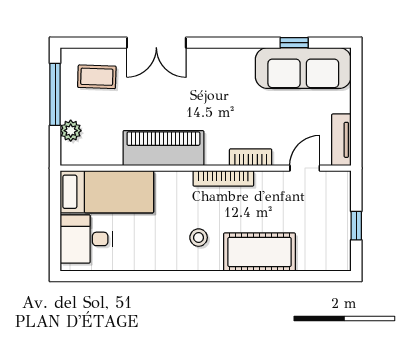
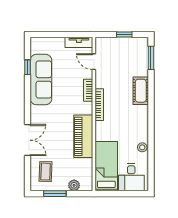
sofa: (303, 68) -> (41, 79), moved
window: (55, 94) -> (55, 194), width x0.69
stool: (199, 238) -> (142, 147), moved
cot: (259, 252) -> (141, 91), width x0.73, depth x0.75
window: (312, 276) -> (151, 58), added

